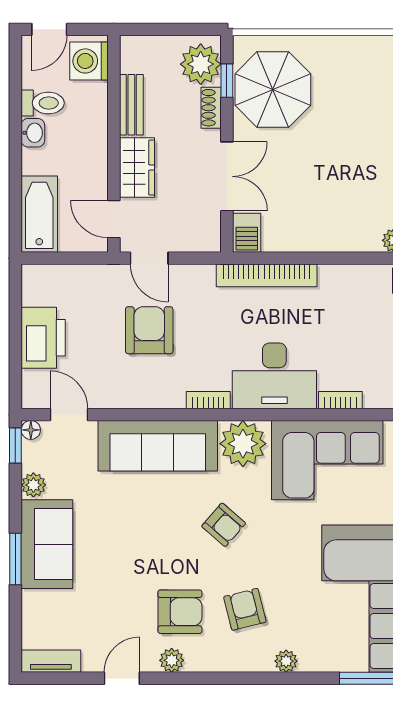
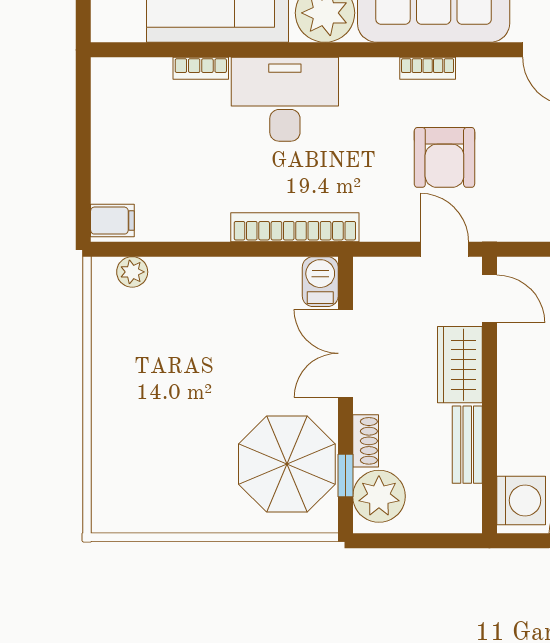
bookcase: (208, 400) -> (428, 68), moved

